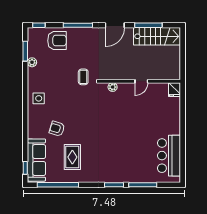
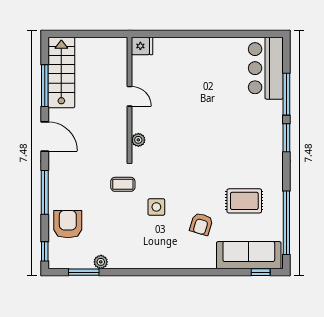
side table: (39, 98) -> (156, 207), moved
bar counter: (169, 156) -> (266, 68), moved, turned 90

